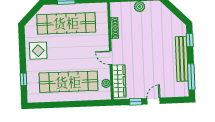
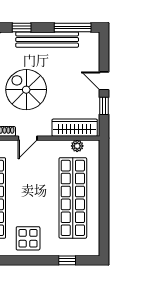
spiral stairs: (145, 45) -> (26, 90), added
door: (111, 58) -> (28, 138), moved

